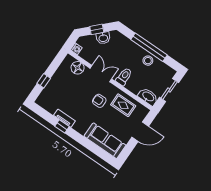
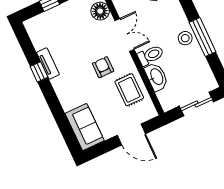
window: (149, 47) -> (203, 37), width x0.68
stool: (148, 61) -> (185, 38), moved
washbasin: (148, 97) -> (156, 77), moved
sofa: (105, 141) -> (85, 127), width x0.73

